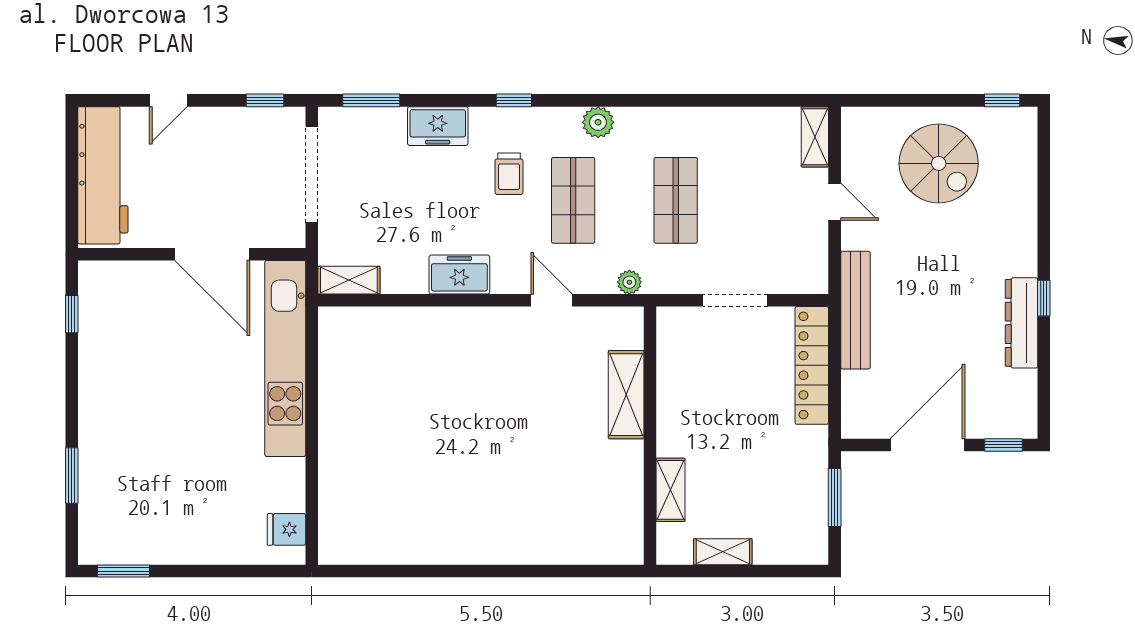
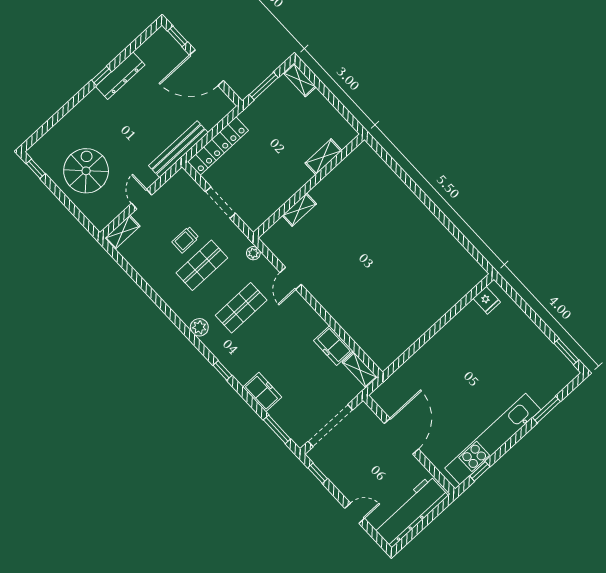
trolley: (509, 174) -> (185, 240), moved, turned 180
freezer: (459, 275) -> (333, 346), moved
kitchen unit: (285, 358) -> (493, 439), moved, turned 180
shelving: (626, 395) -> (299, 210), width x0.67, depth x0.75
shelving: (723, 552) -> (300, 80), moved

